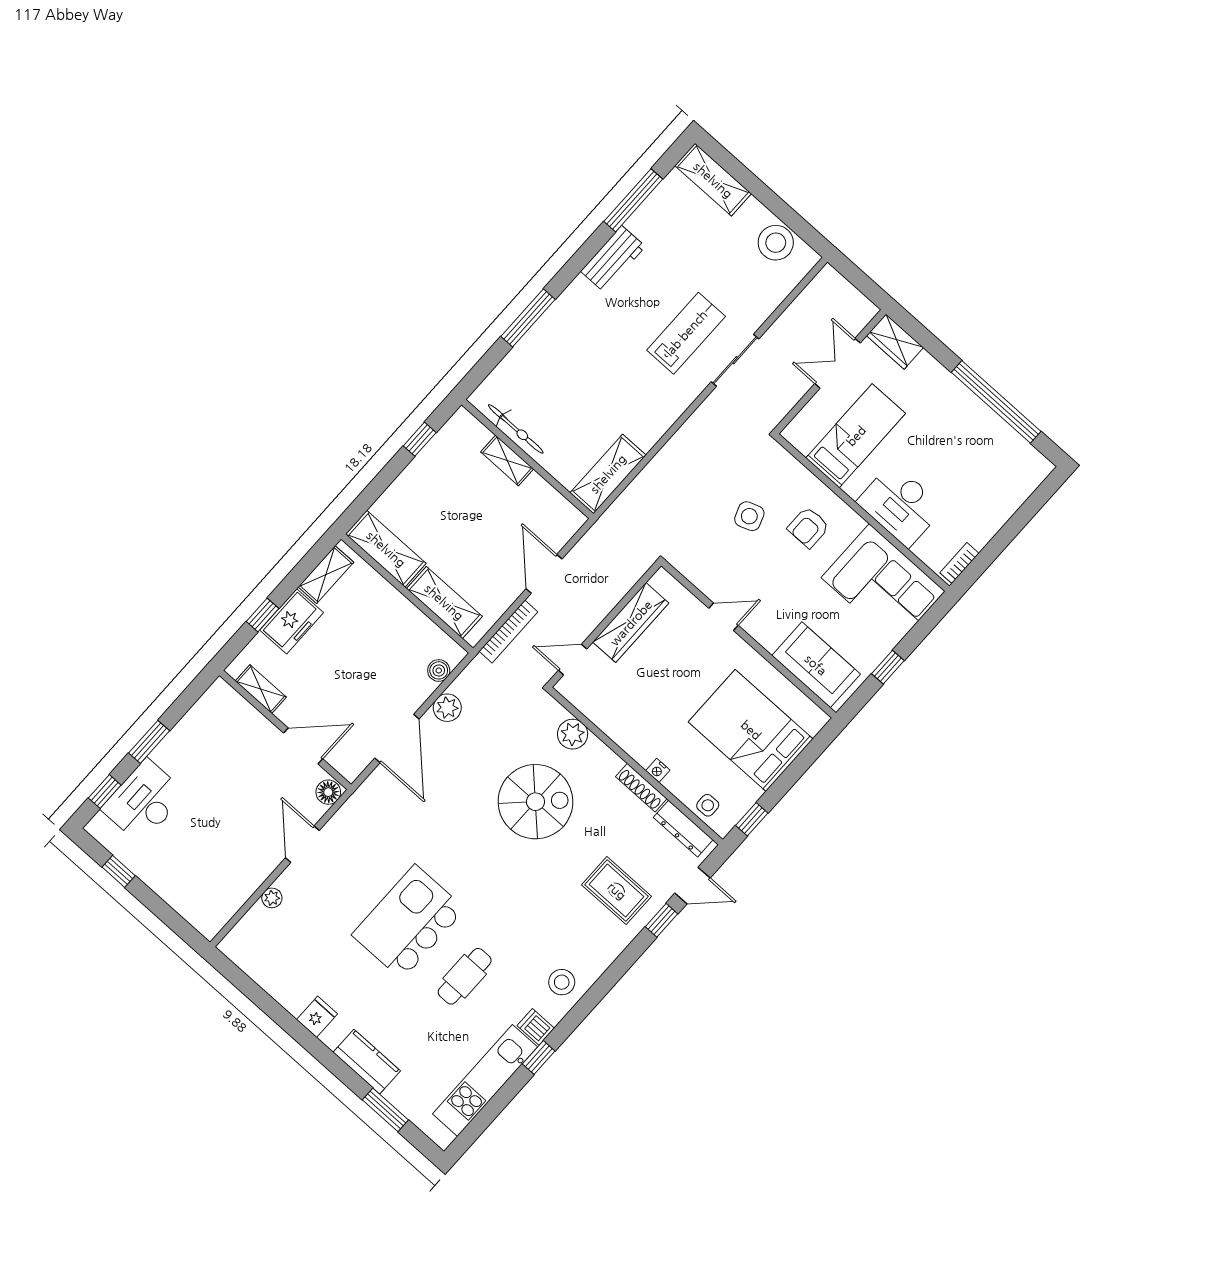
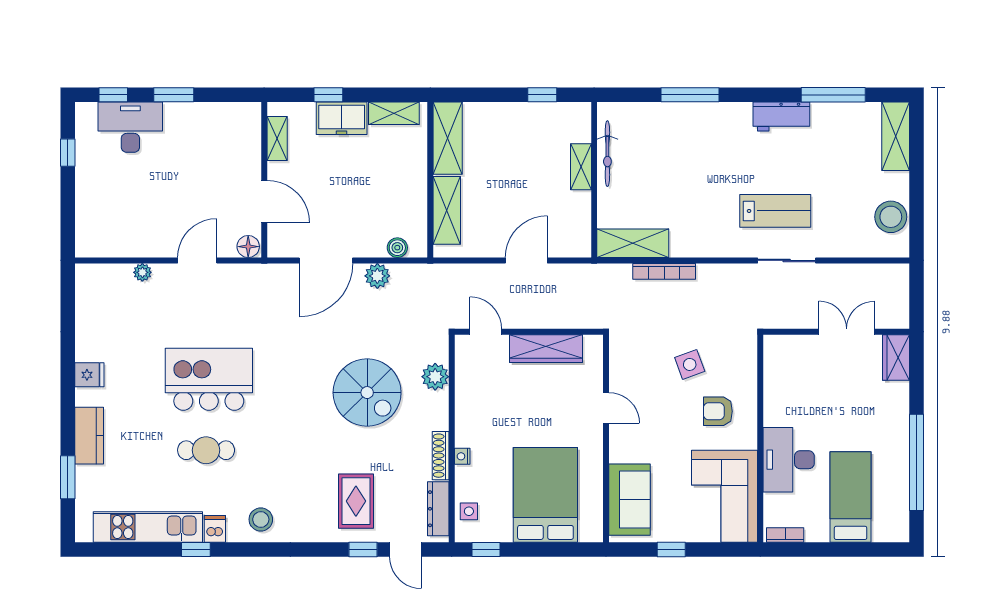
bed: (856, 436) -> (851, 497), moved, turned -90
bookcase: (508, 632) -> (664, 271), moved

